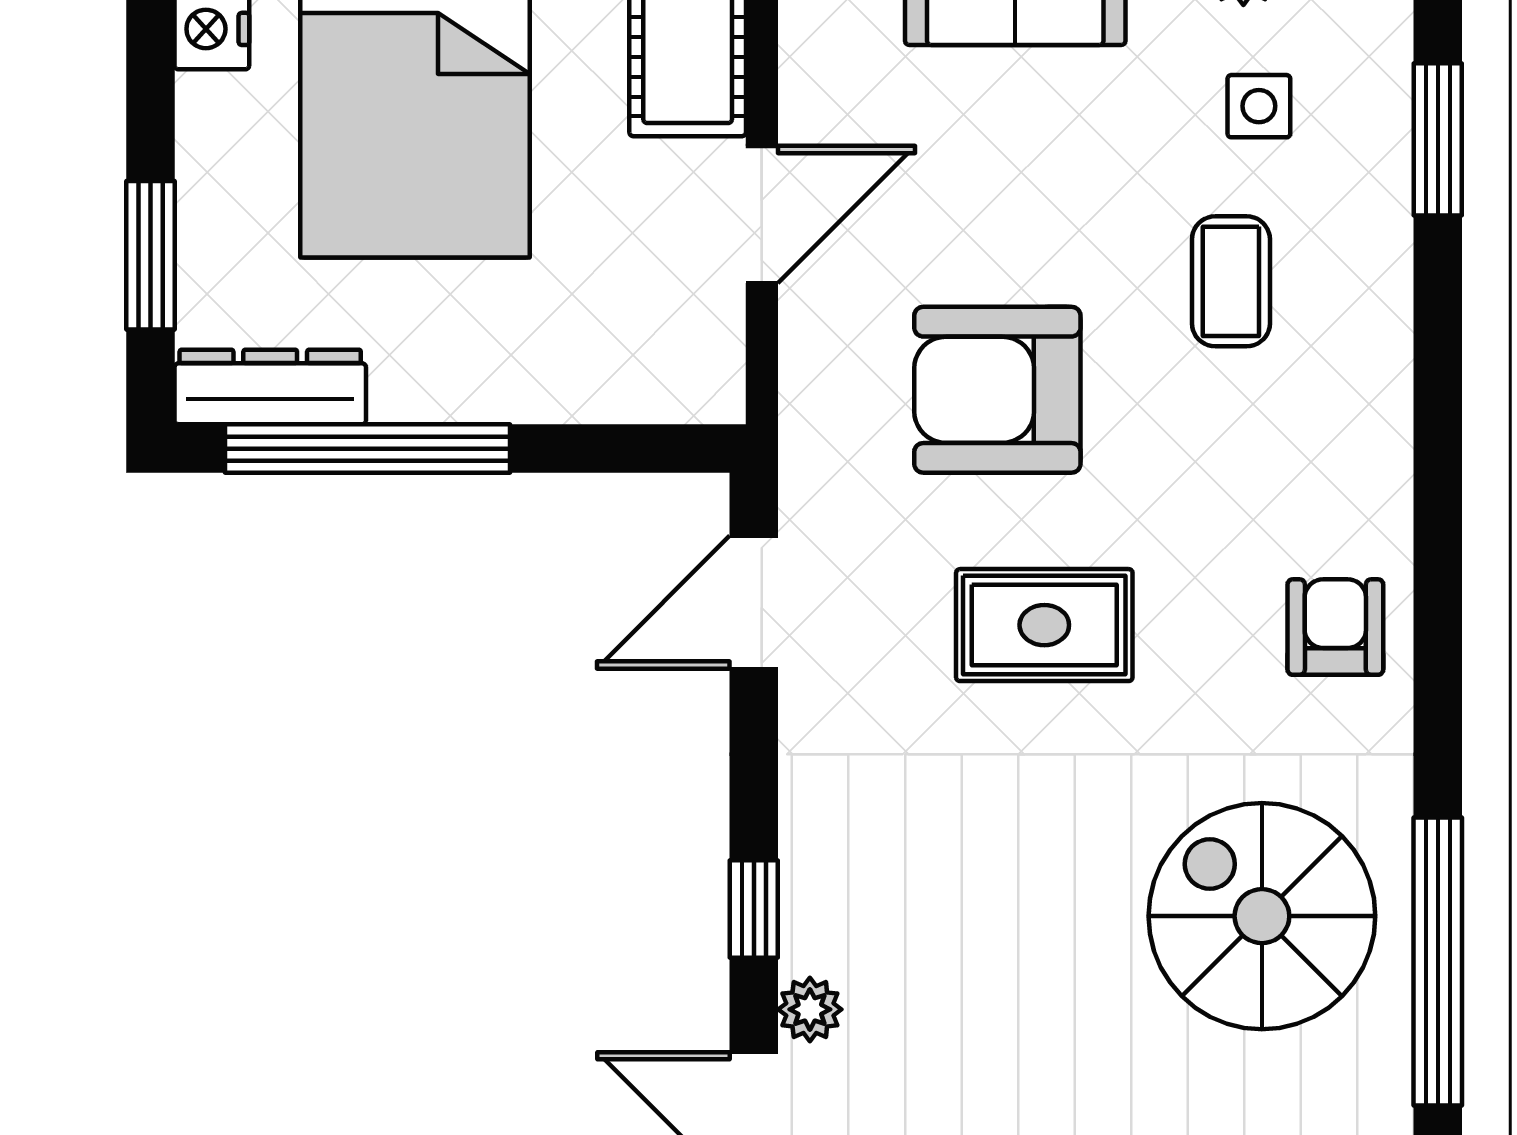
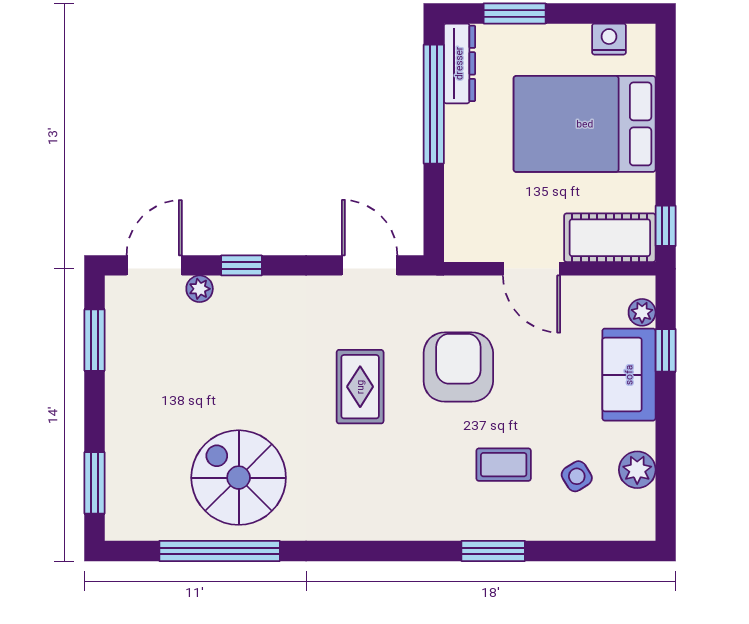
side table: (1259, 106) -> (577, 476), turned -32
window: (1438, 139) -> (493, 551), moved
armchair: (1335, 627) -> (359, 508), removed
spiral stairs: (1262, 916) -> (239, 478), turned -90

